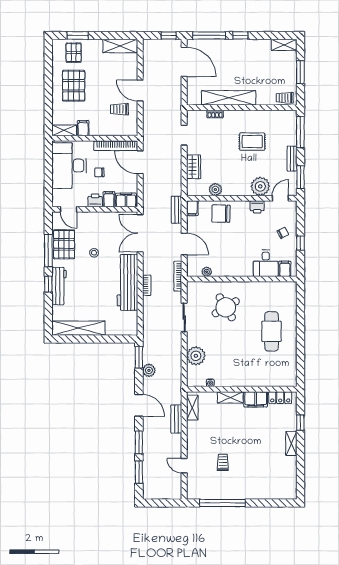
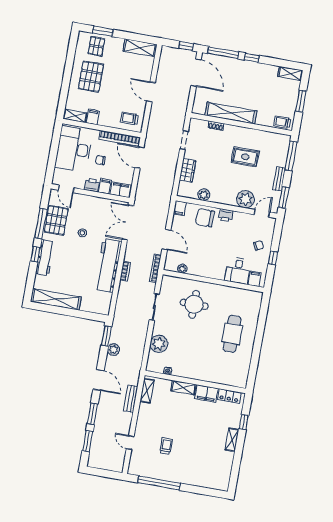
trolley: (119, 109) -> (129, 118), moved
printer: (257, 207) -> (226, 215), moved
bench: (177, 210) -> (165, 207), removed
round table: (226, 307) -> (194, 304), turned 31

